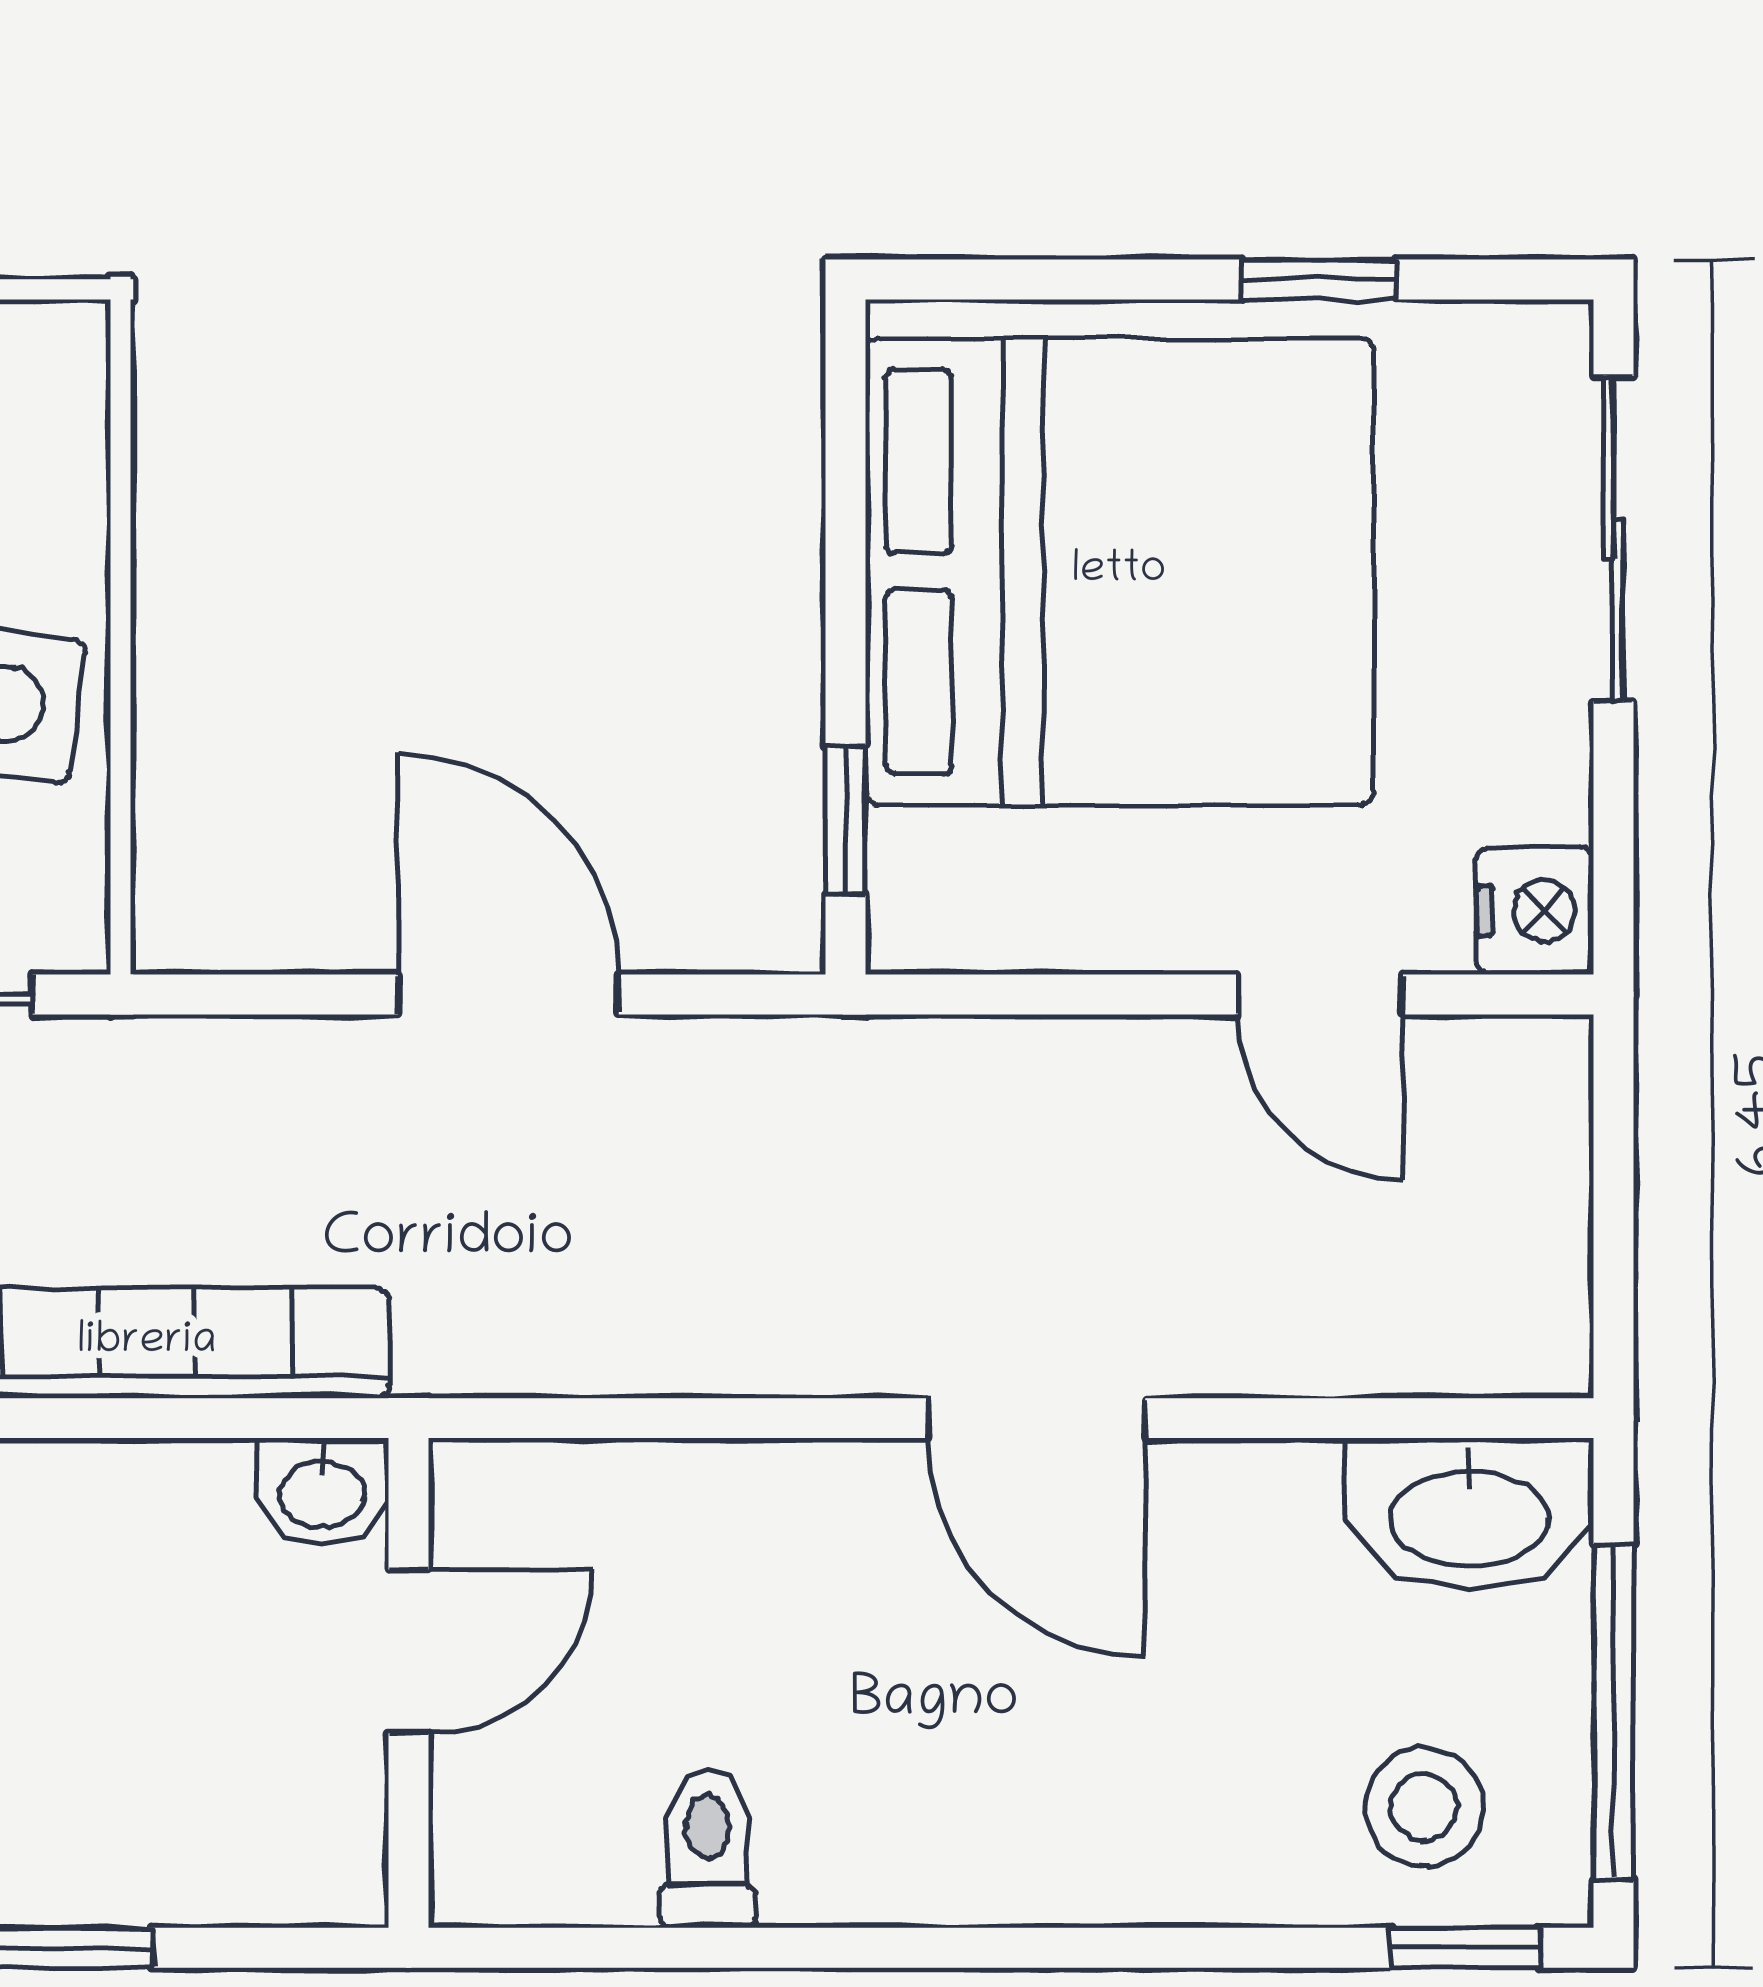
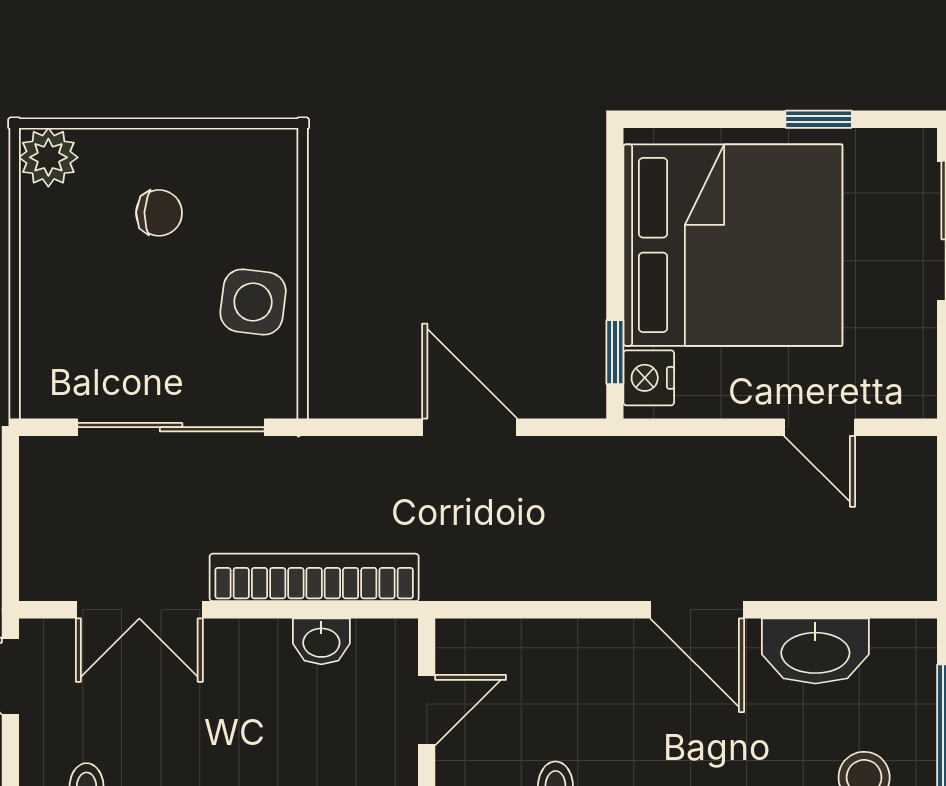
nightstand: (1535, 911) -> (649, 378), moved, turned 180
washbasin: (323, 1491) -> (321, 641), moved
washbasin: (1469, 1514) -> (815, 651), moved

